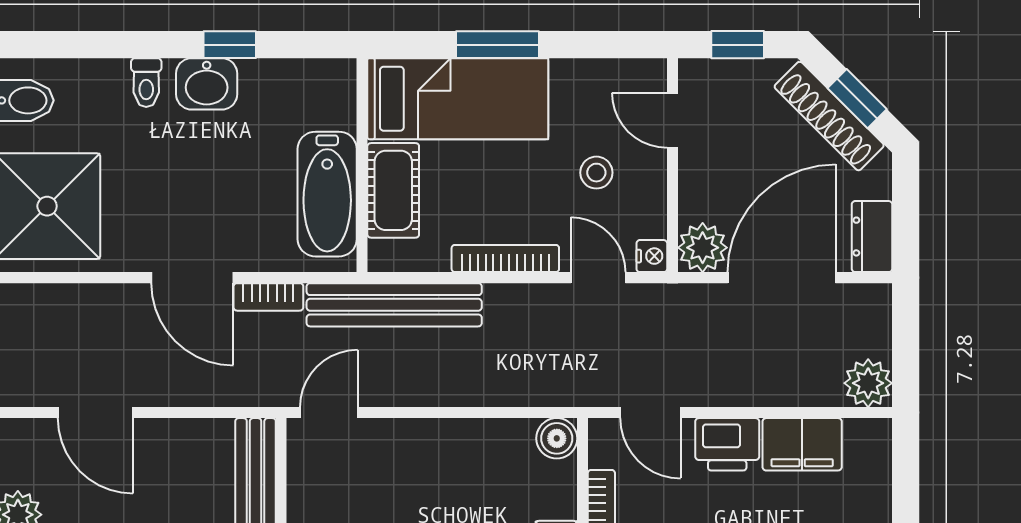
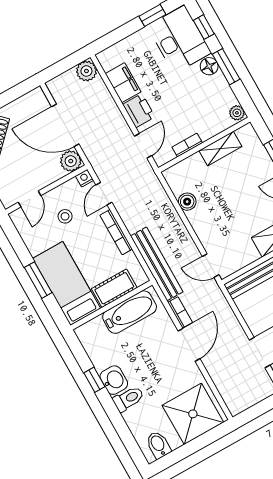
toilet: (146, 83) -> (128, 399), width x1.37, depth x1.39
dresser: (872, 237) -> (31, 100), removed
boiler: (557, 438) -> (187, 202), moved

